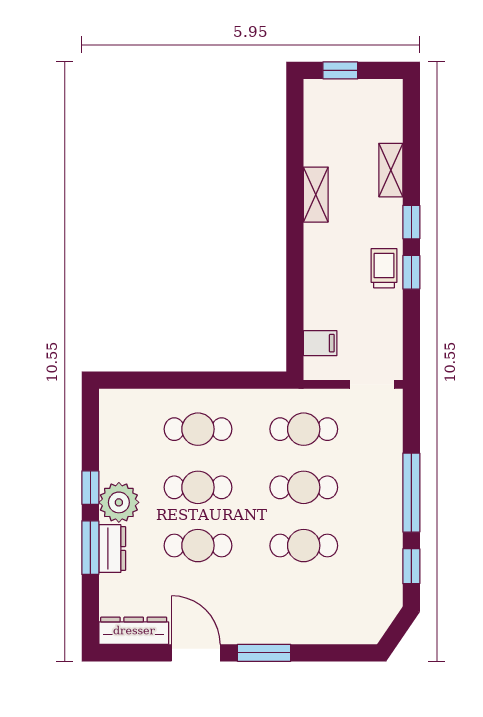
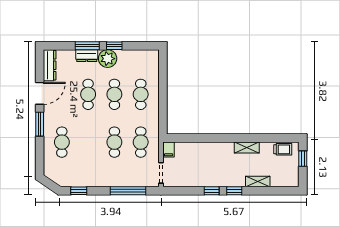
trolley: (384, 268) -> (283, 149), moved
filing cabinet: (320, 343) -> (169, 150), moved
window: (411, 493) -> (128, 191), moved
cafe table: (304, 546) -> (62, 142), moved

